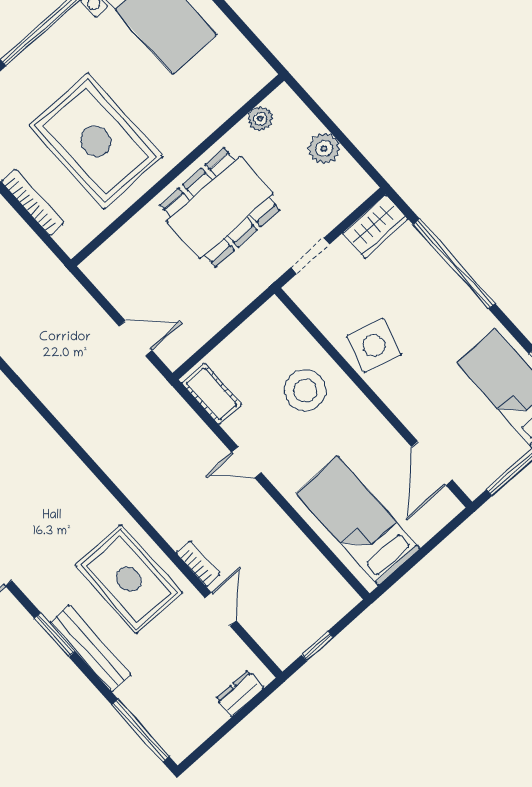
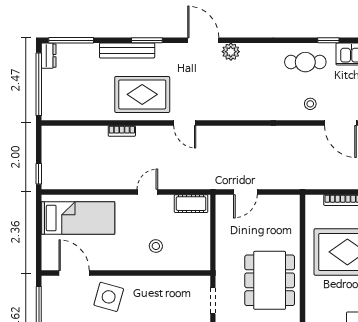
side table: (374, 346) -> (109, 297), moved
stool: (305, 390) -> (156, 246), width x0.53, depth x0.53
door: (220, 609) -> (185, 123), moved
window: (318, 646) -> (39, 174), moved
dresser: (240, 693) -> (49, 56), moved
window: (233, 722) -> (39, 84), added

